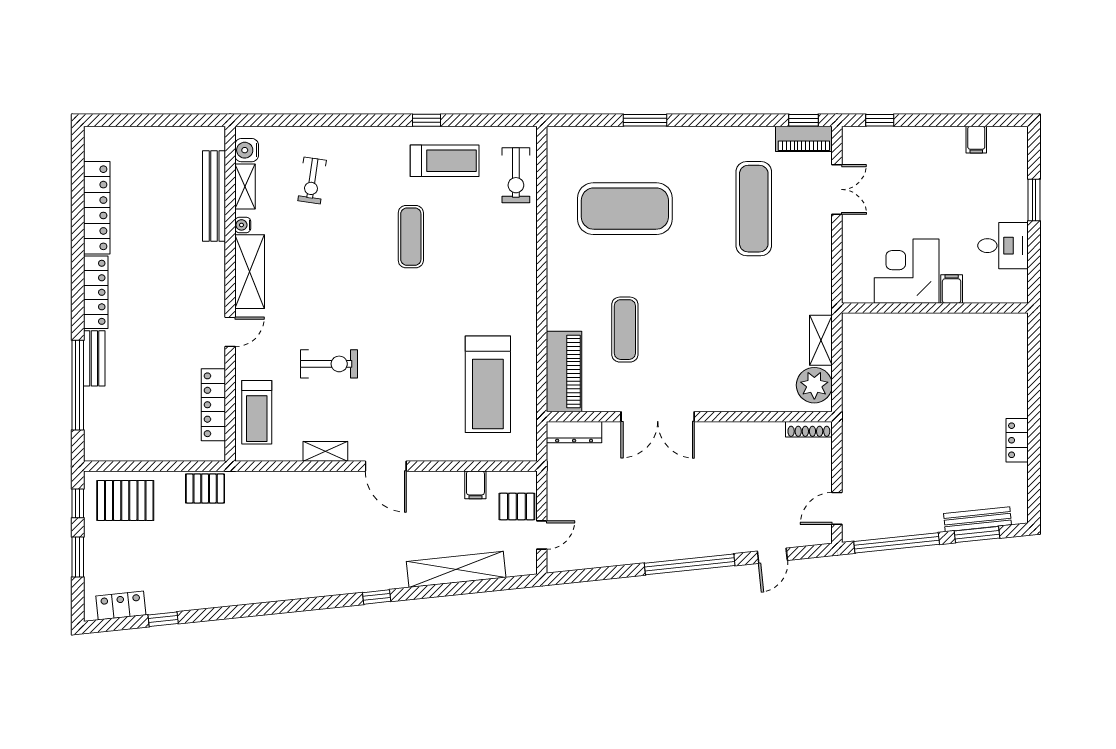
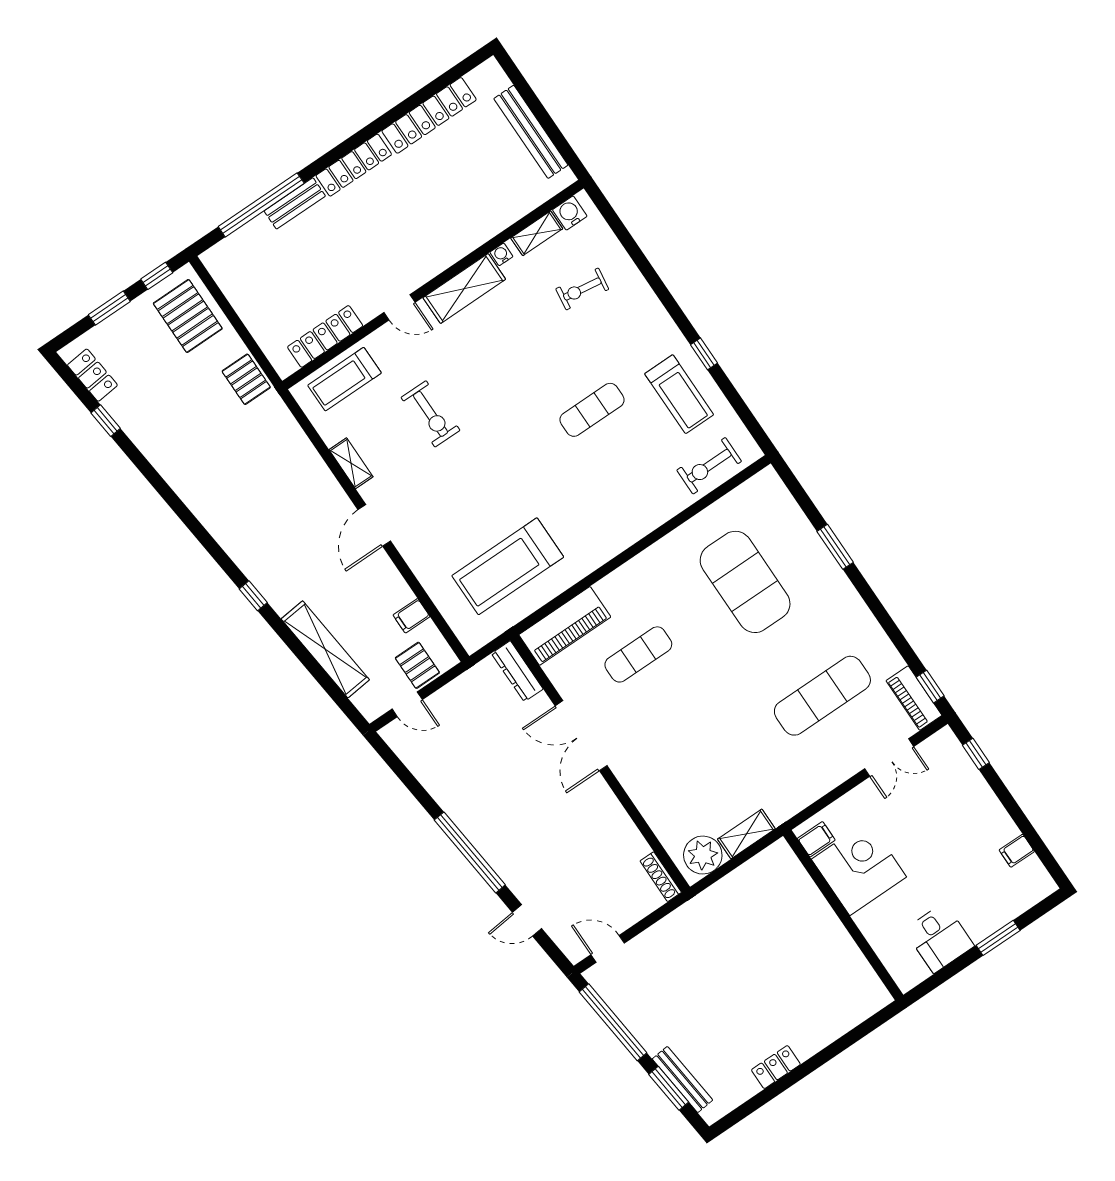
bench: (214, 196) -> (531, 132), moved, turned 90
filing cabinet: (952, 289) -> (816, 839), moved

